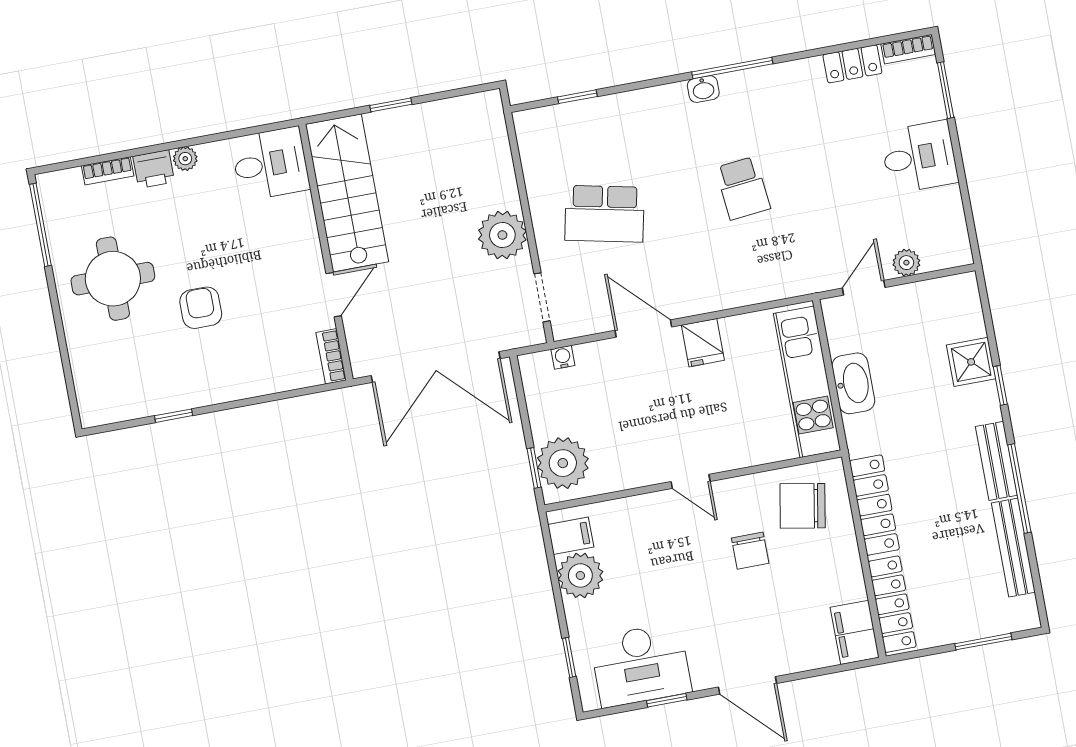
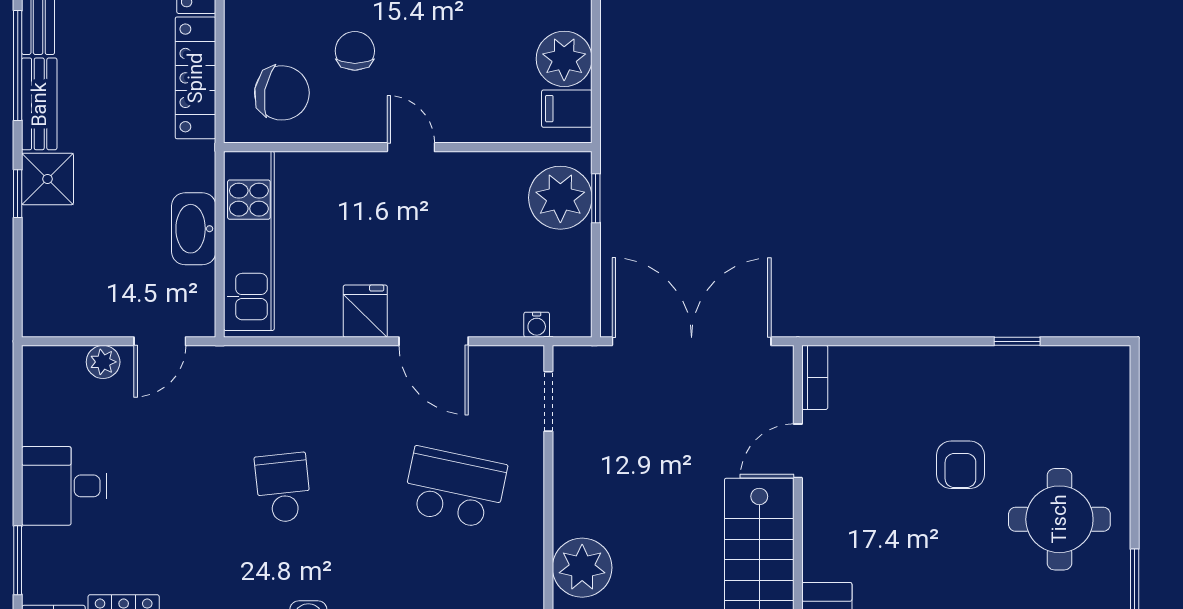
plant: (502, 235) -> (582, 568), moved
shower: (971, 362) -> (47, 179), moved

